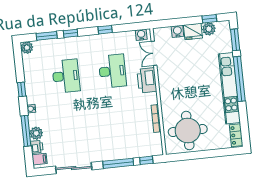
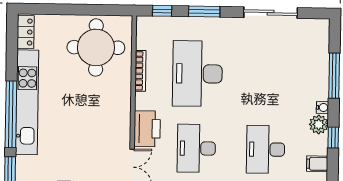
desk: (118, 121) -> (197, 74), added
plant: (36, 133) -> (319, 124), moved
printer: (37, 147) -> (321, 50), removed
filing cabinet: (40, 159) -> (317, 164), moved
window: (118, 163) -> (204, 12), width x0.69

